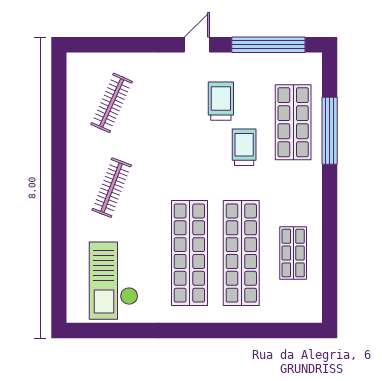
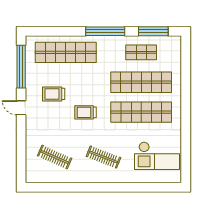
shop shelf: (293, 122) -> (66, 52), width x1.40
window: (330, 131) -> (105, 31), moved
trolley: (244, 147) -> (86, 112), moved
window: (330, 274) -> (153, 31), added

